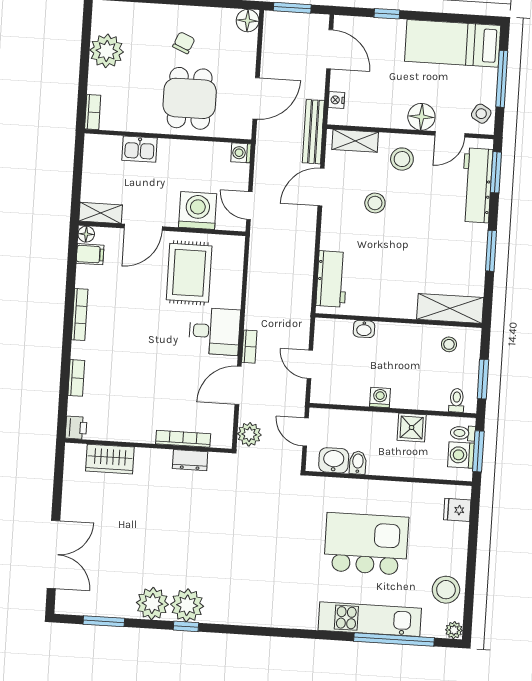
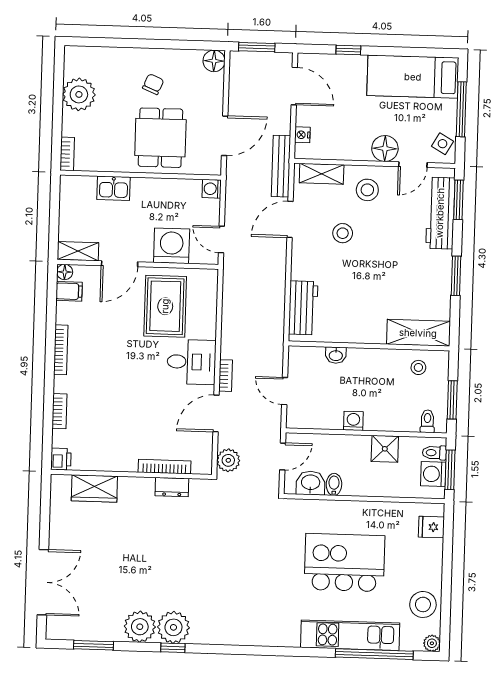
door: (306, 432) -> (283, 456), swing flipped

